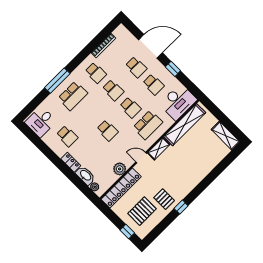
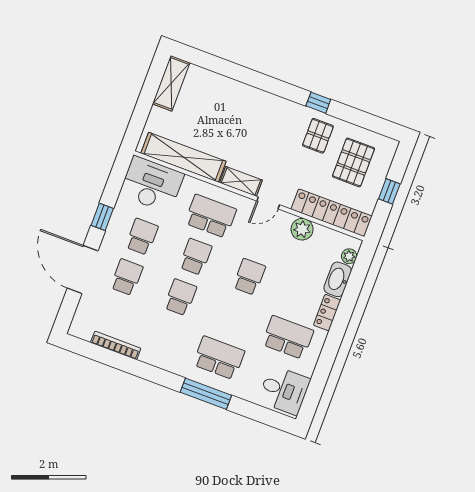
school desk: (96, 73) -> (165, 338), removed
school desk: (67, 136) -> (288, 337), width x1.85
door: (141, 158) -> (268, 203), hinge flipped
pallet: (142, 211) -> (353, 162), turned 90
window: (127, 231) -> (389, 191), moved

